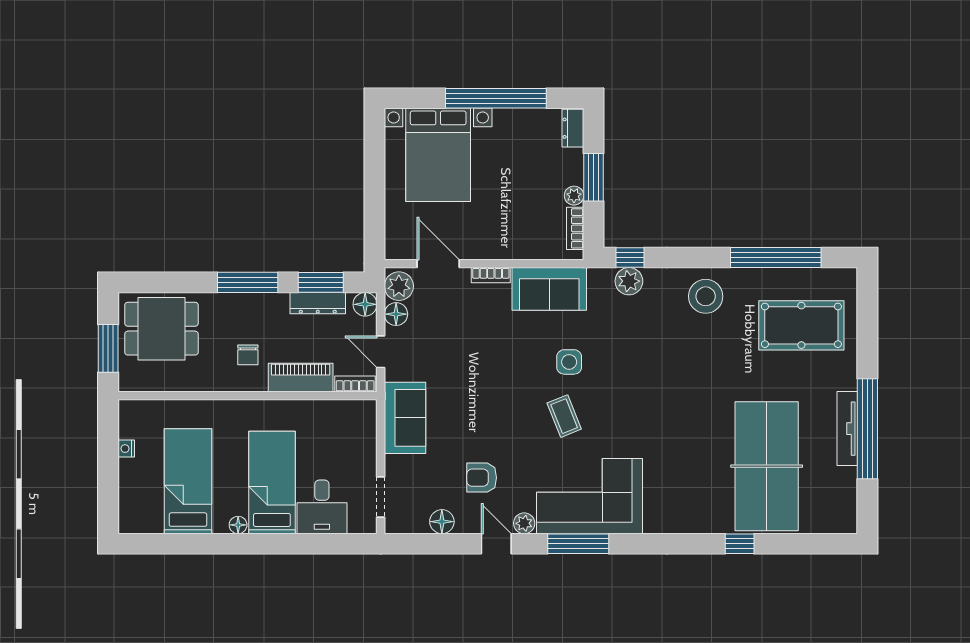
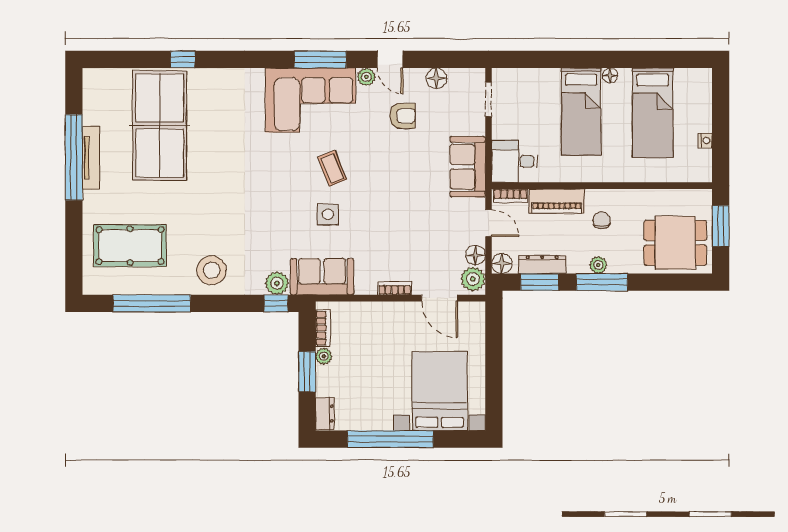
sofa: (549, 289) -> (322, 277), moved
plant: (252, 303) -> (598, 265), added
desk: (322, 507) -> (515, 161), moved, turned -90

